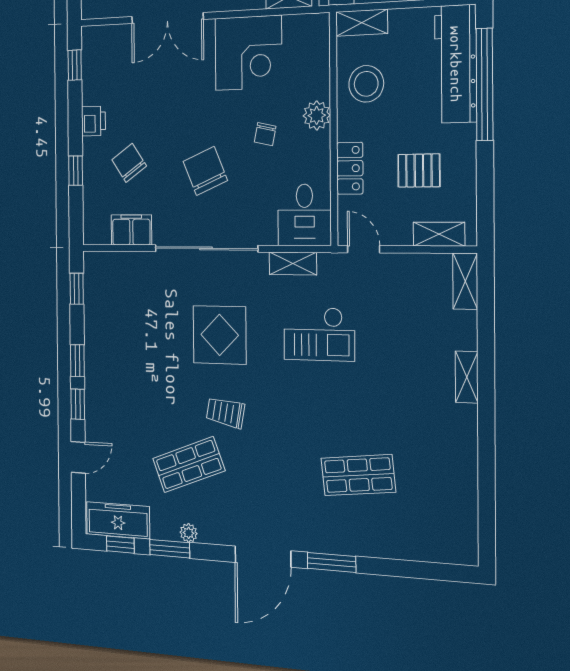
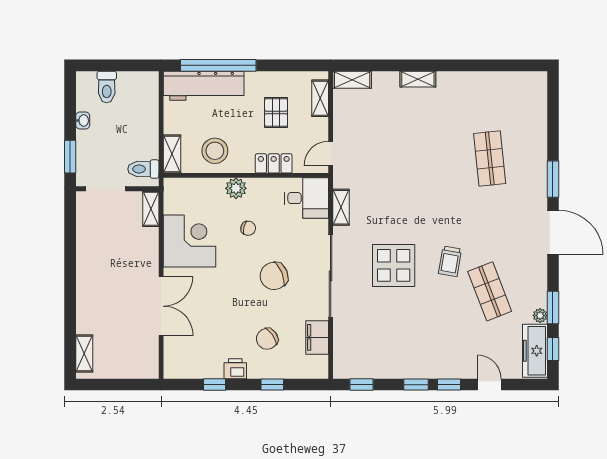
window: (75, 65) -> (215, 385), moved
checkout: (319, 334) -> (391, 187), removed
plant: (189, 533) -> (540, 316), moved

